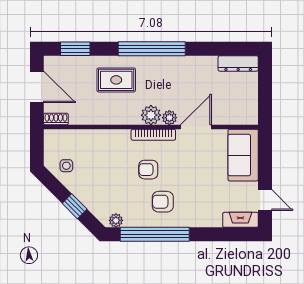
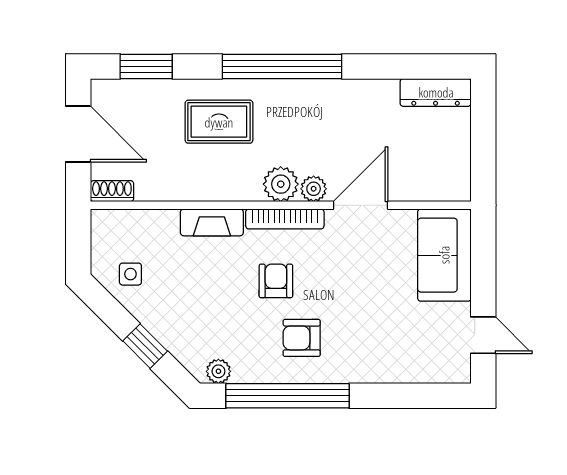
armchair: (148, 170) -> (276, 281), turned 90
fireplace: (240, 220) -> (212, 222), moved, turned 180

